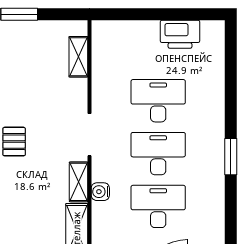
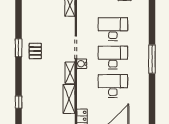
window: (231, 157) -> (152, 59), width x1.44
water cooler: (100, 192) -> (82, 64), moved

